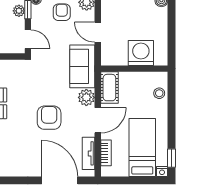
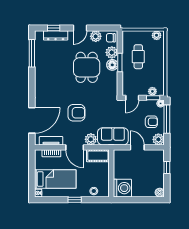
door: (98, 32) -> (137, 147), hinge flipped
washing machine: (141, 53) -> (122, 188), moved
window: (171, 158) -> (75, 200), moved

